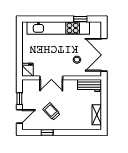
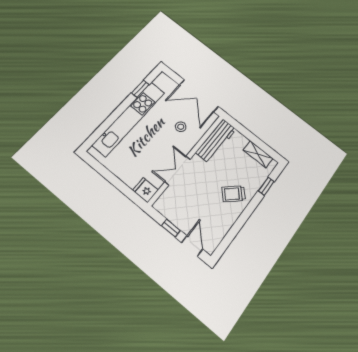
double door: (51, 78) -> (177, 171), swing flipped
workbench: (90, 86) -> (216, 141), width x1.38
trolley: (51, 111) -> (234, 194), moved
window: (47, 133) -> (266, 186), moved

